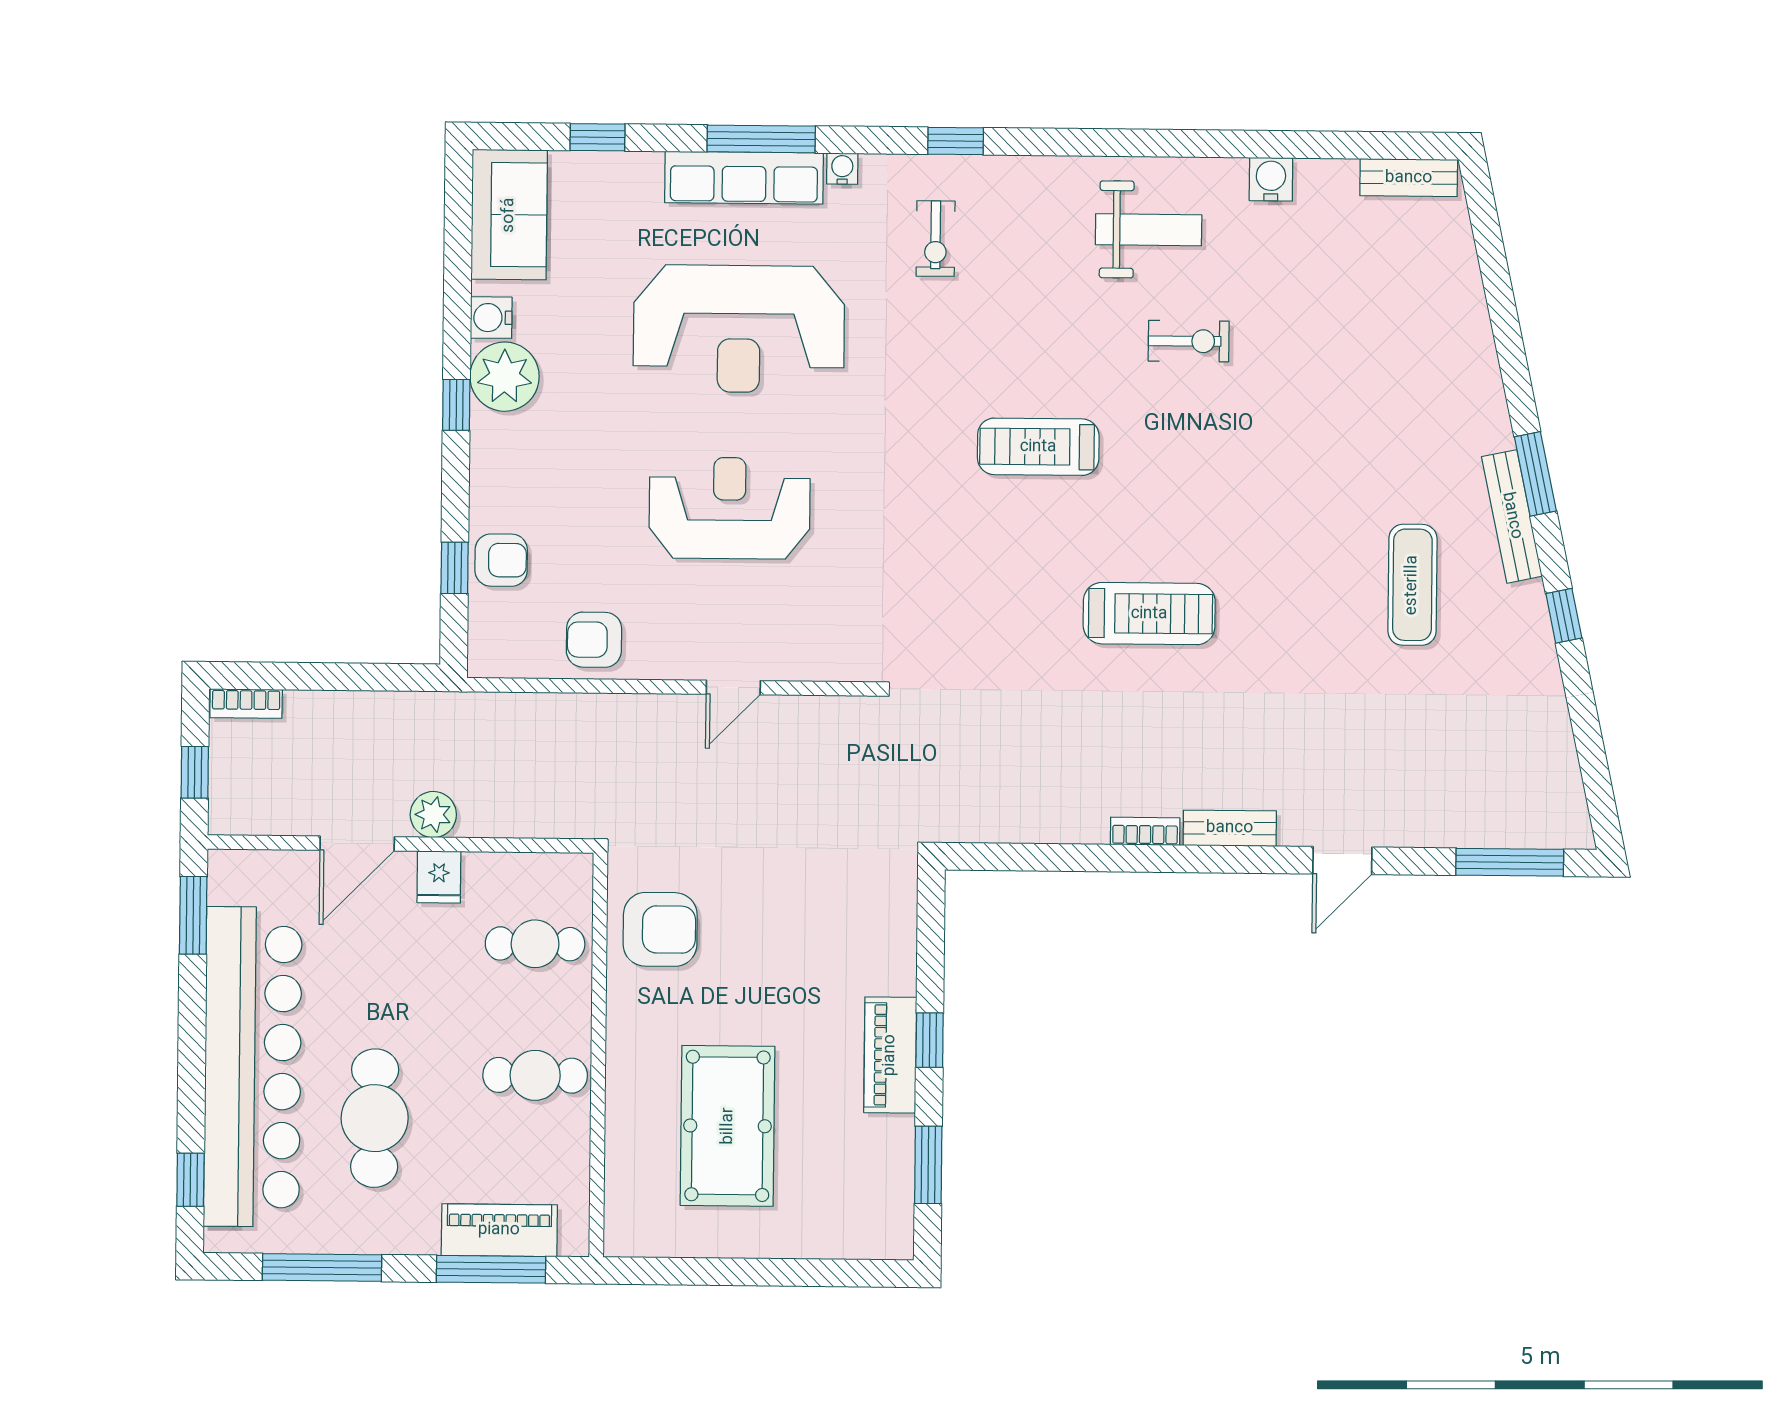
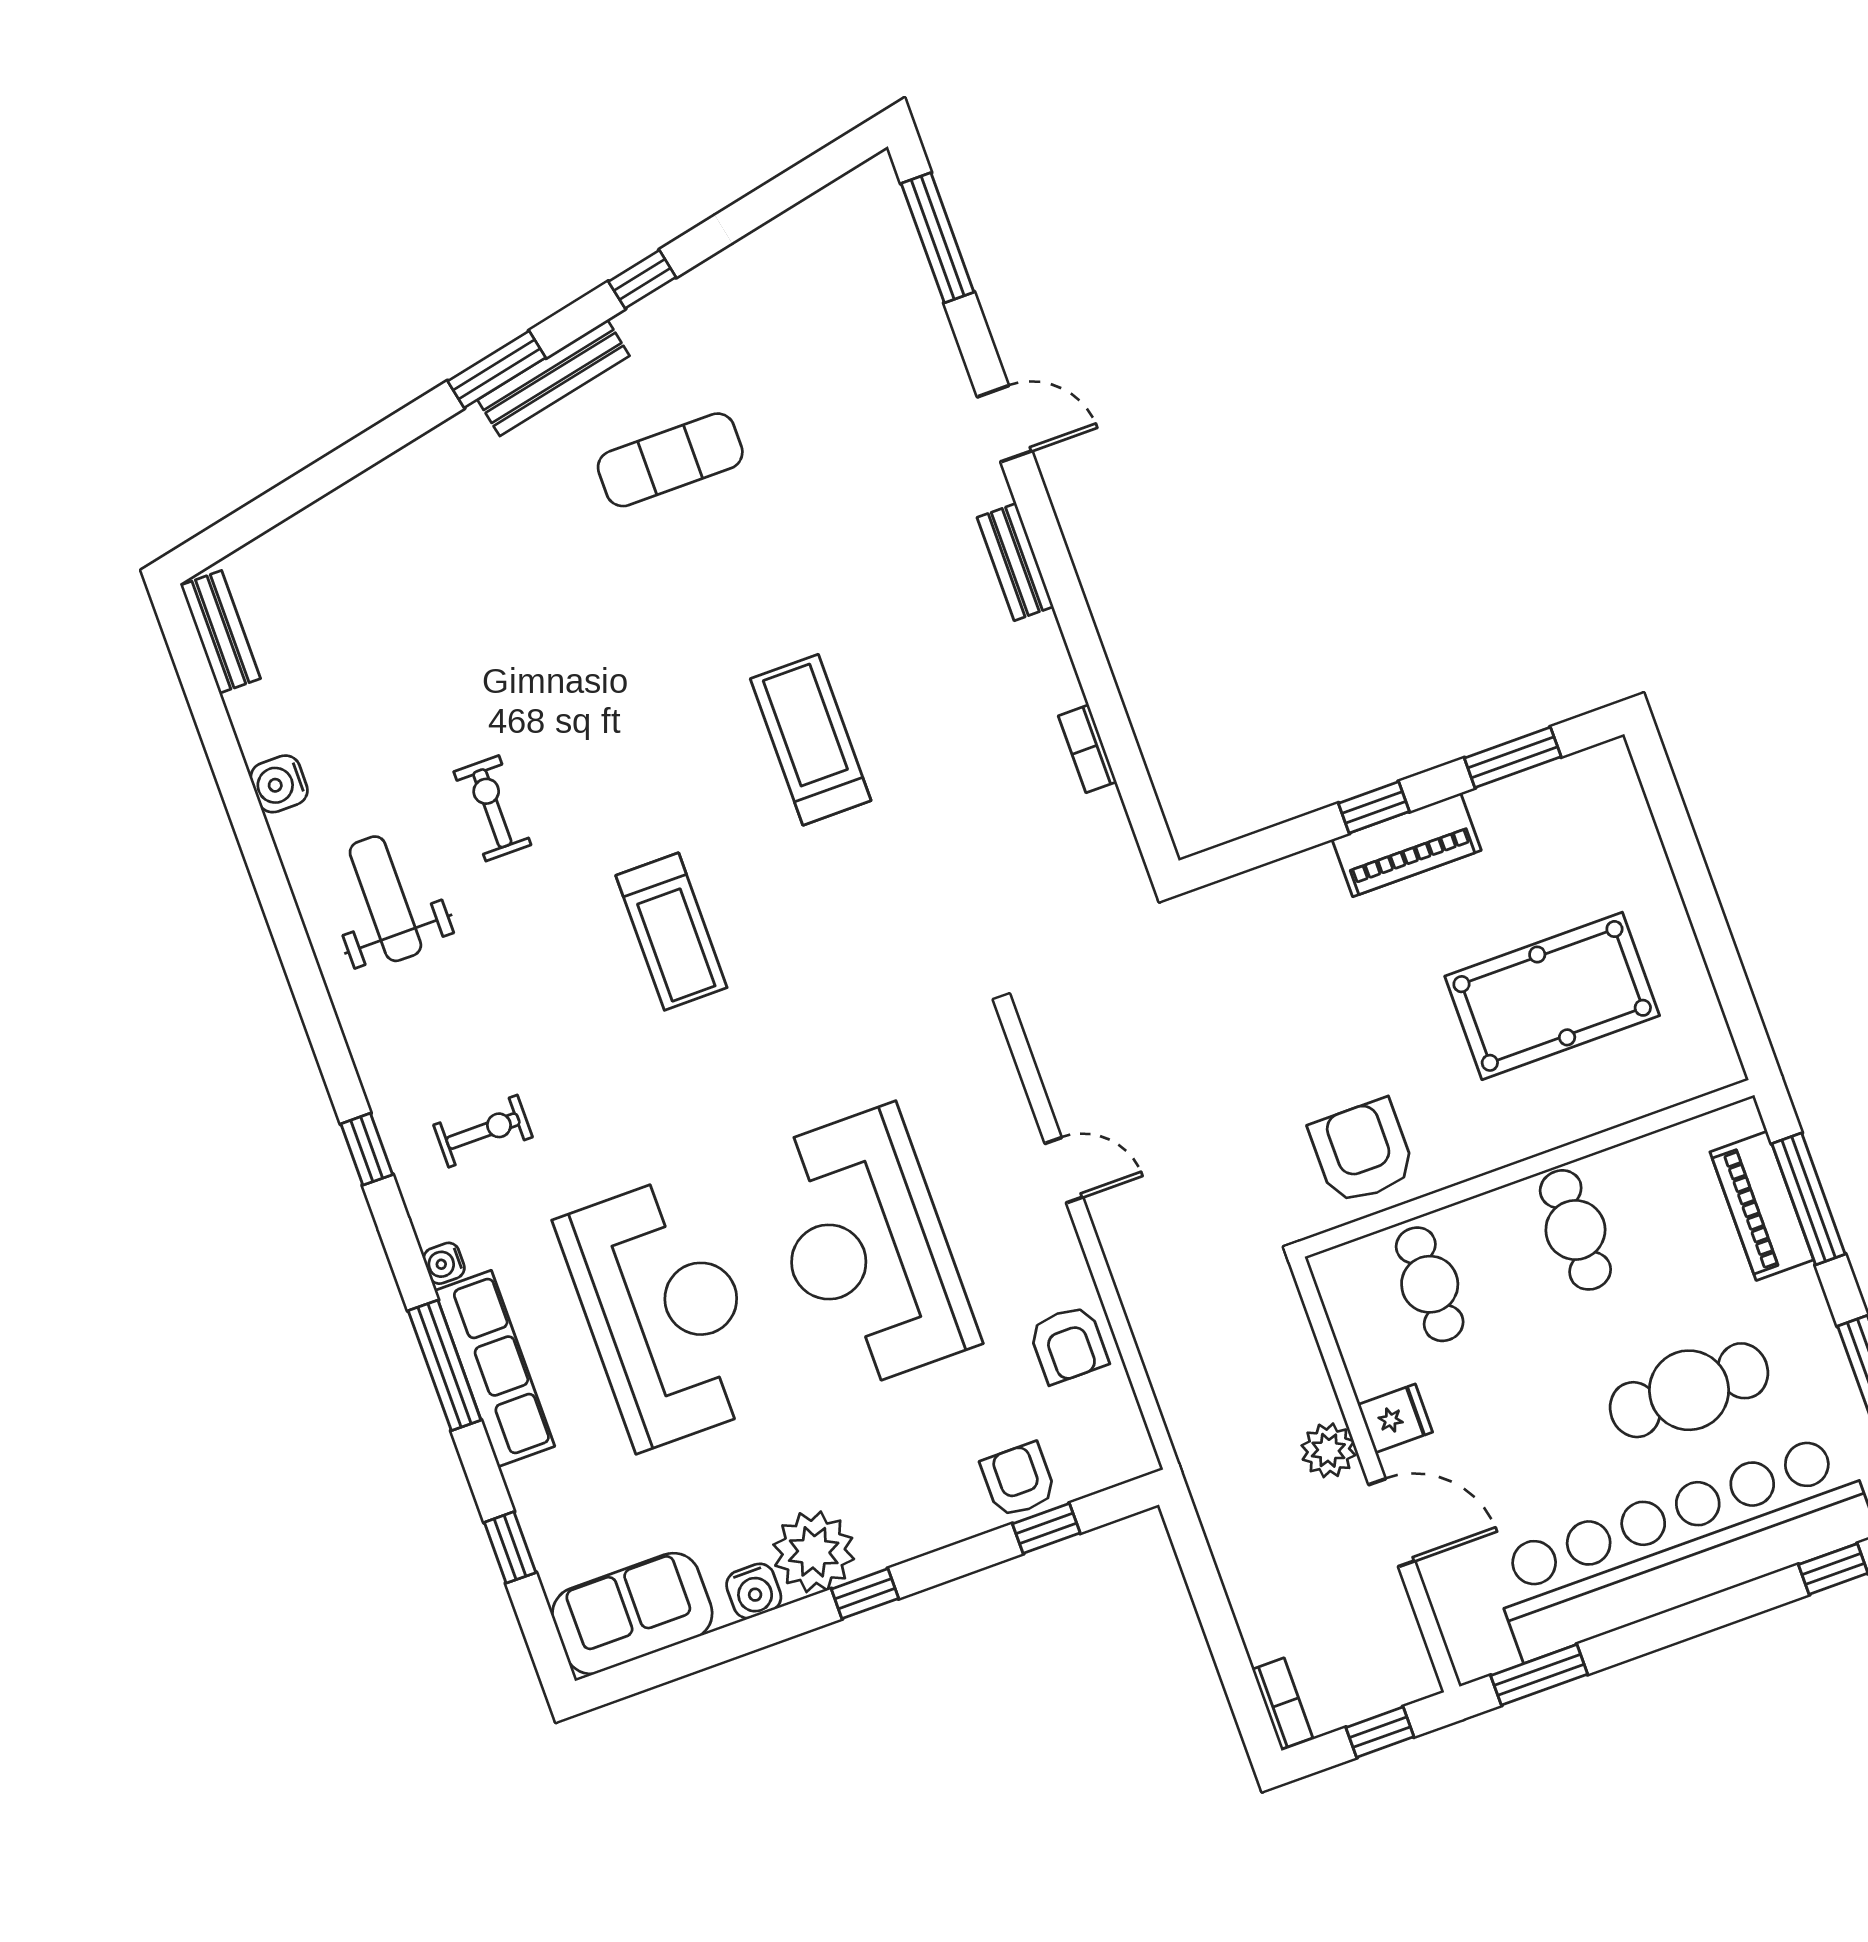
reception desk: (730, 508) -> (867, 1248), width x1.36, depth x1.30
bookcase: (1145, 831) -> (1087, 749), moved

